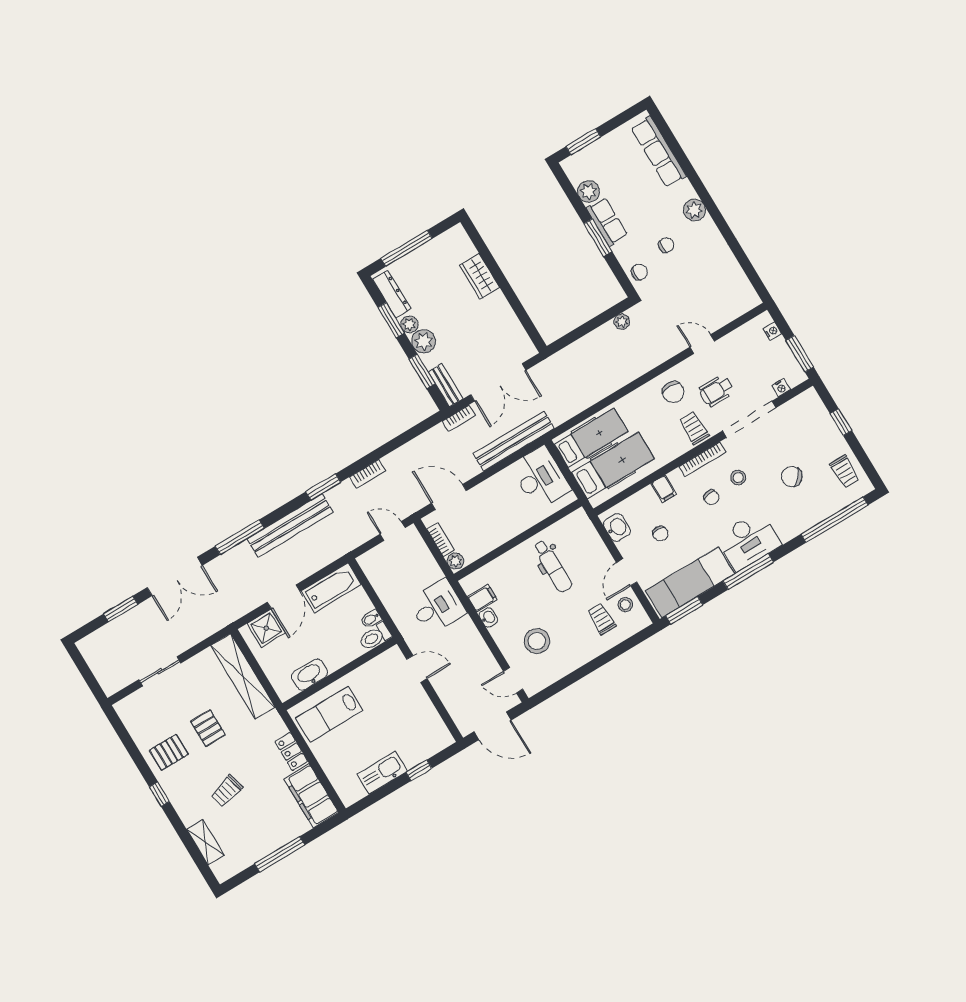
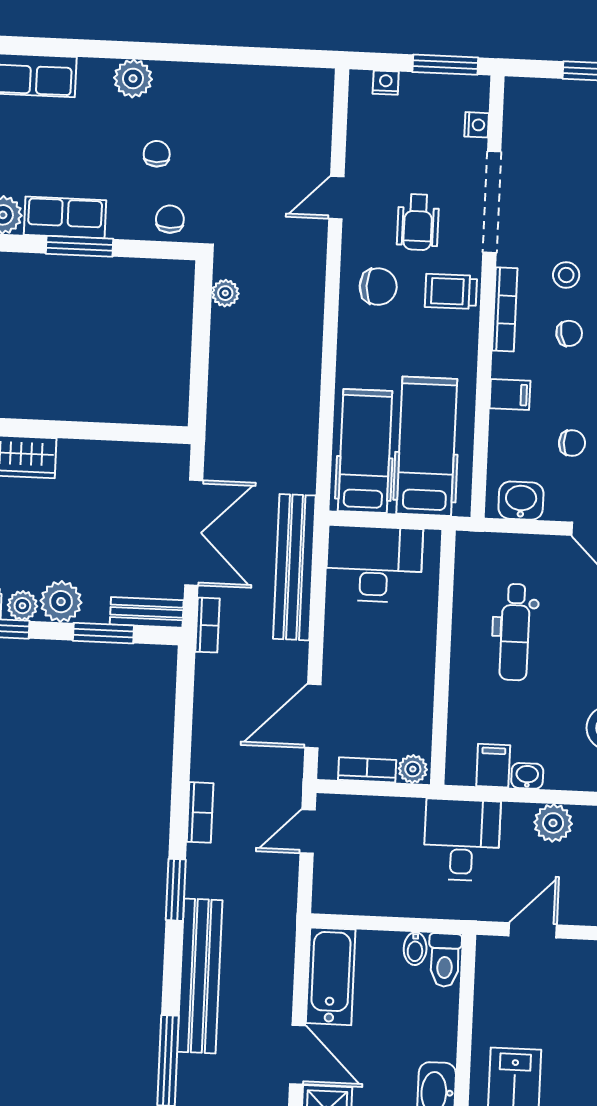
dental chair: (553, 566) -> (515, 632), turned 90
plant: (474, 645) -> (553, 823), added

